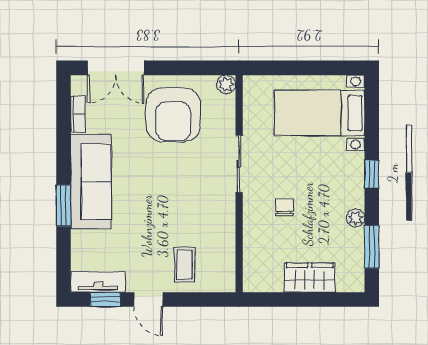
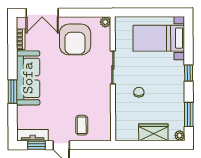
plant: (355, 218) -> (180, 135), moved

